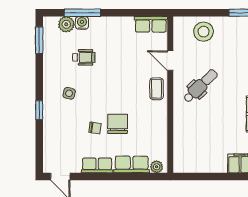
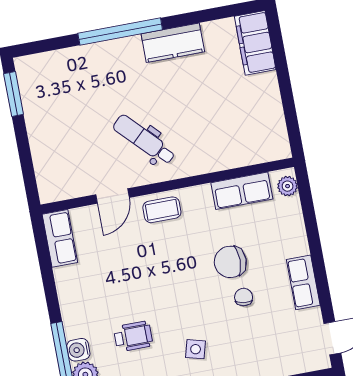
stool: (204, 32) -> (56, 151), removed
wheelchair: (84, 57) -> (133, 336), turned 90
row of seats: (132, 164) -> (242, 191), moved, turned -90

